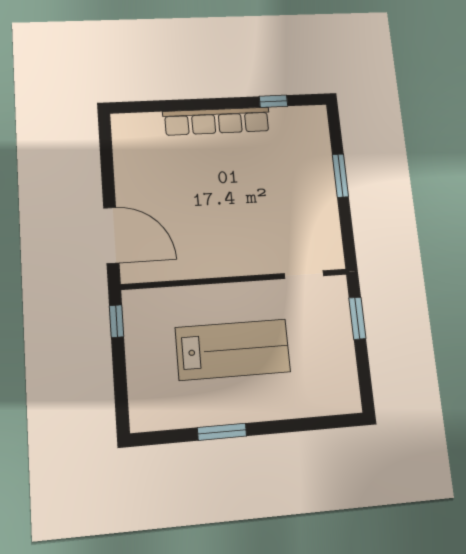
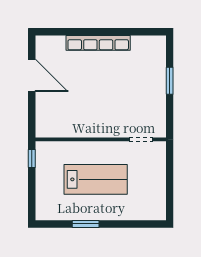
window: (273, 101) -> (134, 32), removed
door: (111, 235) -> (32, 75), moved
window: (357, 318) -> (170, 167), removed

